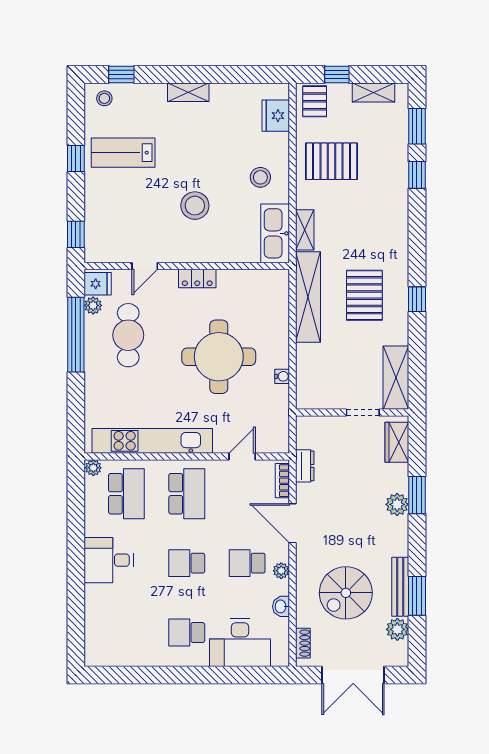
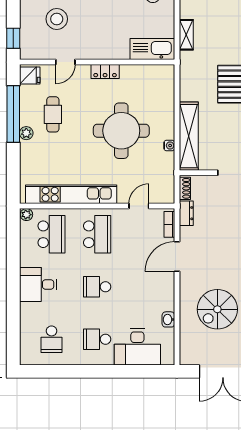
stool: (195, 206) -> (57, 19), moved
kitchen sink: (275, 233) -> (152, 49), moved, turned 90
shelving: (308, 297) -> (189, 136), moved
plant: (93, 305) -> (26, 133), moved
cafe table: (128, 335) -> (53, 114), width x0.73, depth x0.74
door: (292, 523) -> (177, 257), hinge flipped
school desk: (247, 563) -> (52, 339), moved, turned -90
plant: (281, 571) -> (169, 292), removed
shoe rack: (303, 643) -> (185, 188), moved

